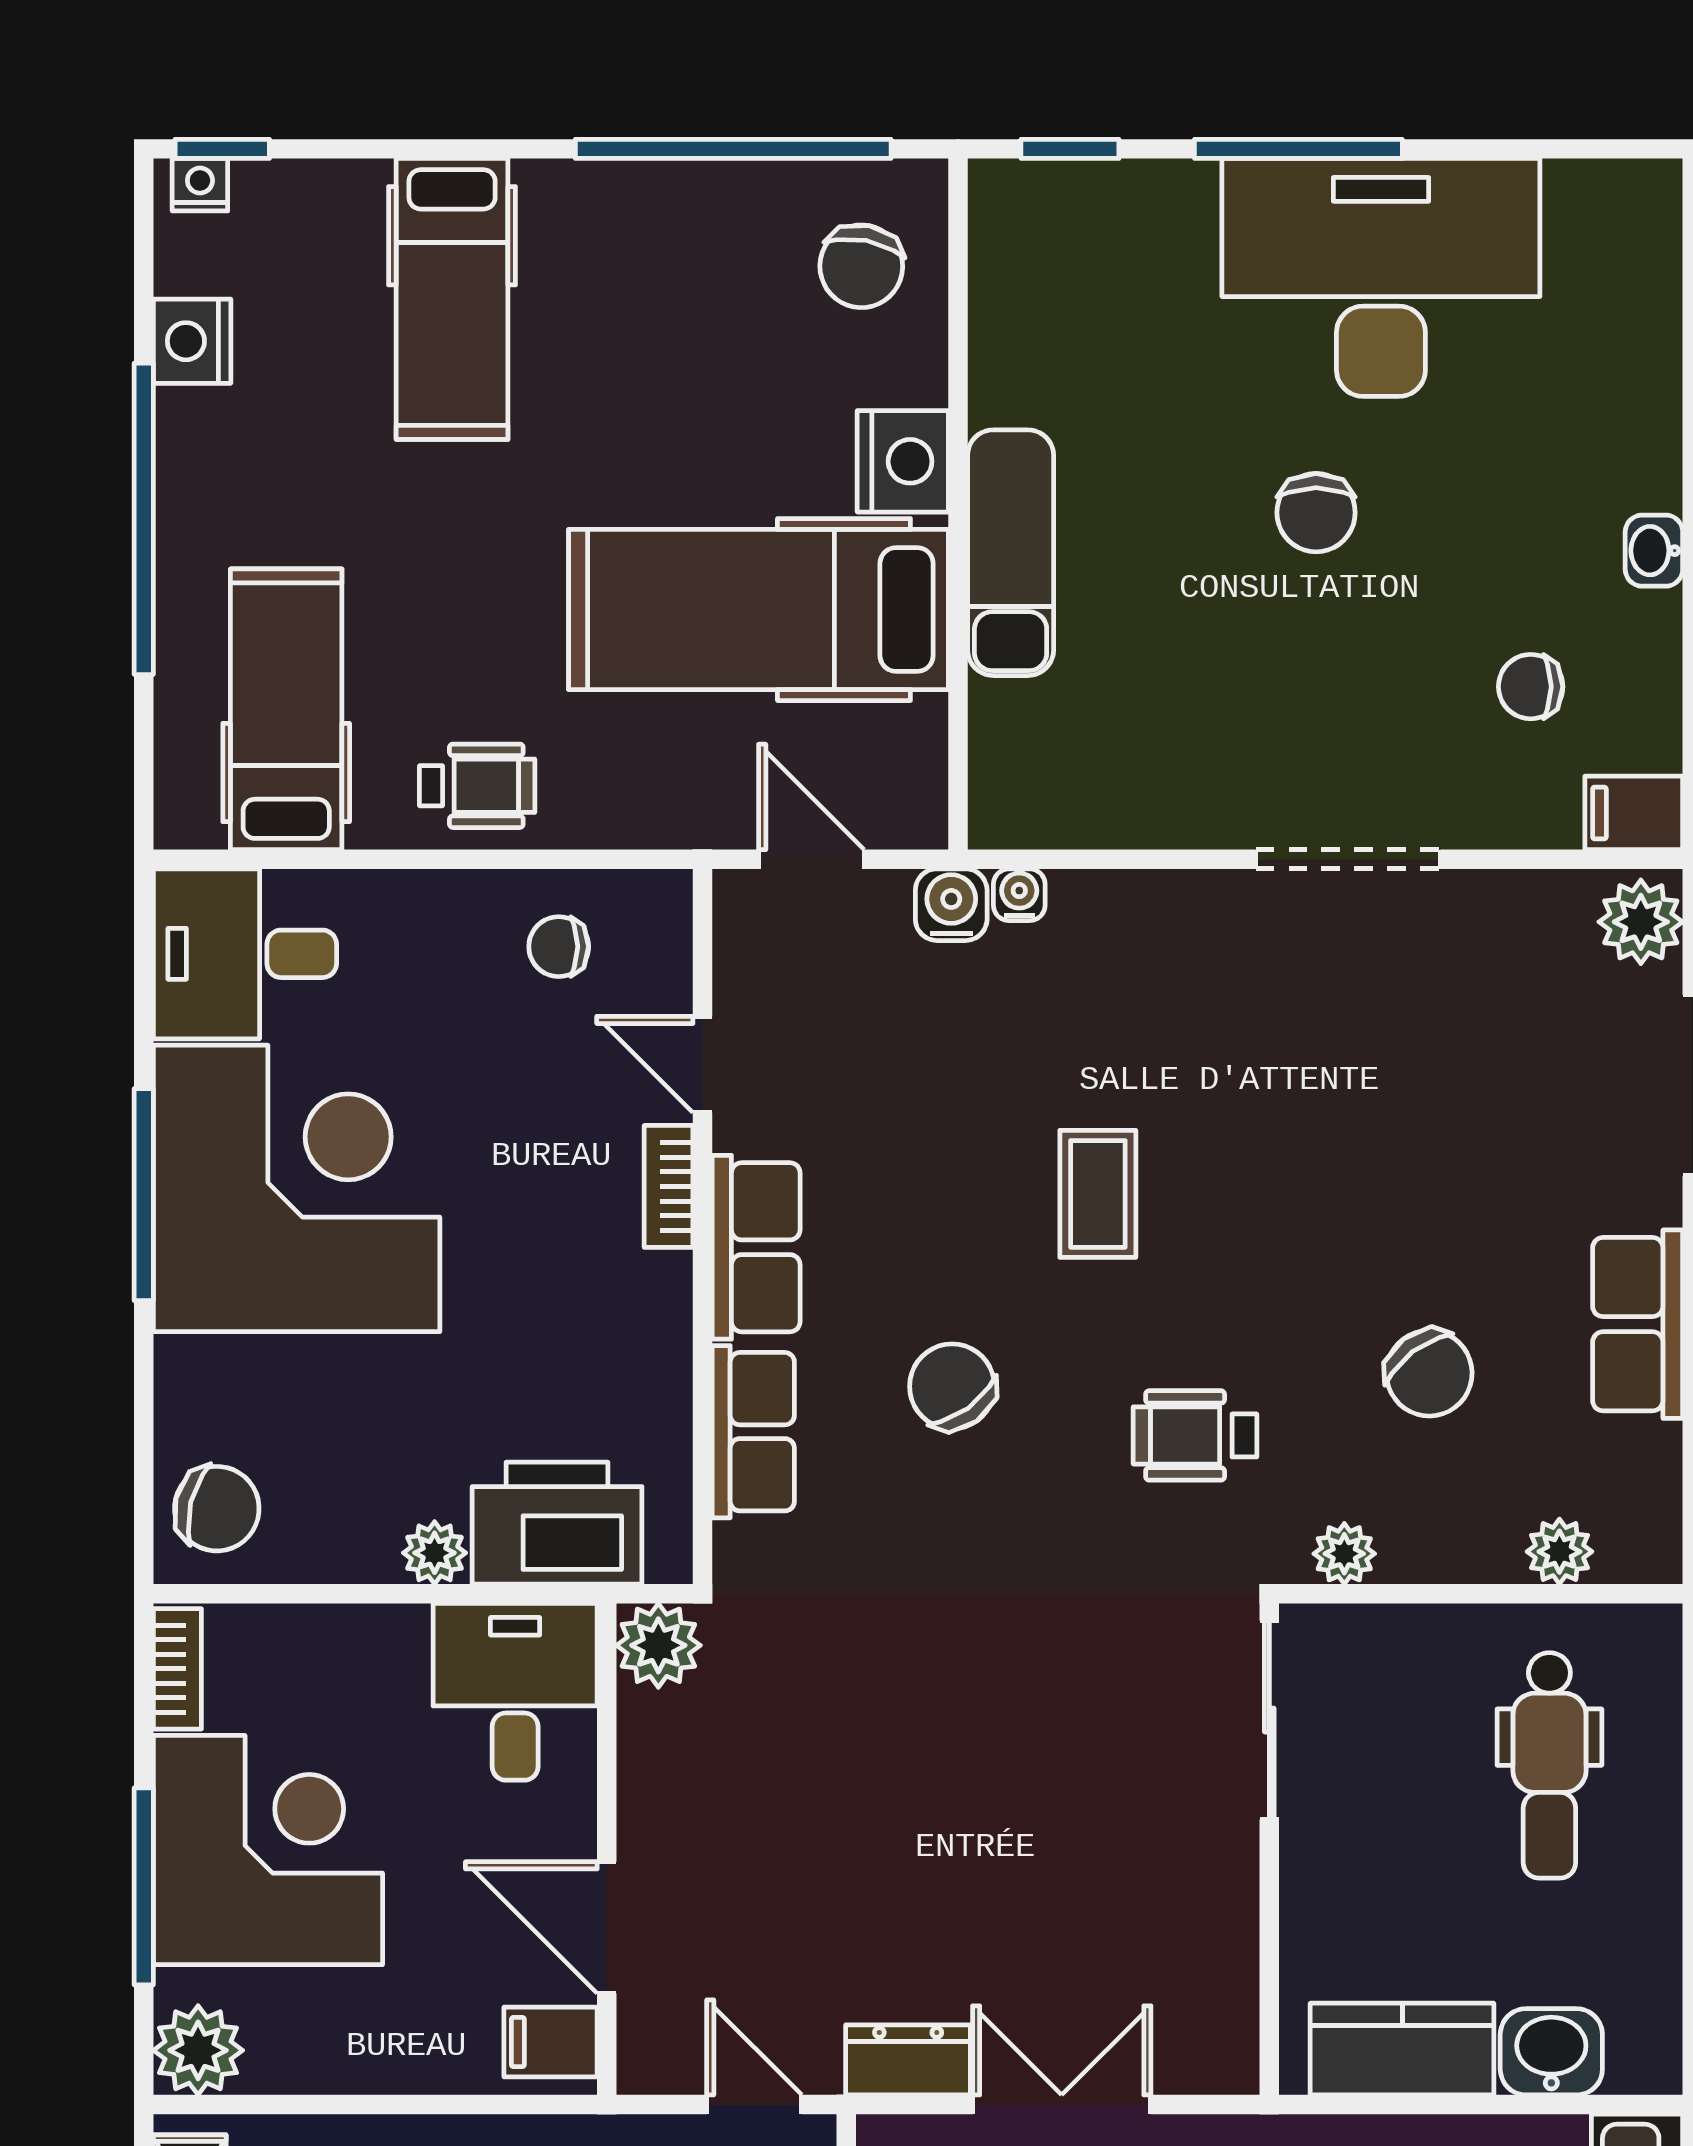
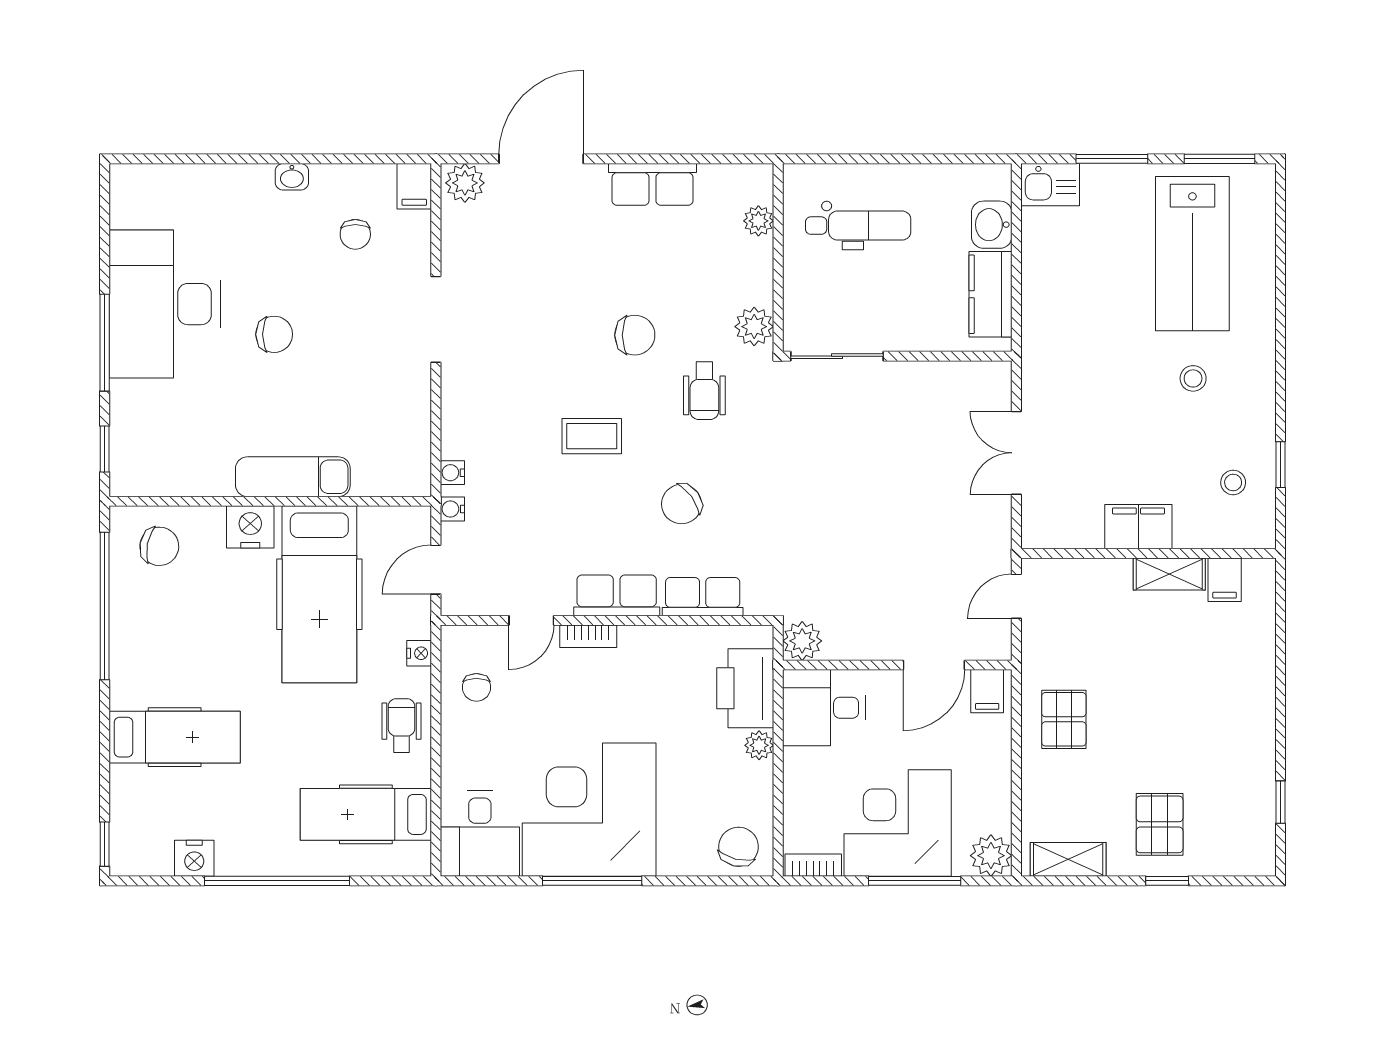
nightstand: (200, 185) -> (419, 653), moved, turned 180
water cooler: (951, 905) -> (452, 509), width x0.72, depth x0.72
chair: (1429, 1373) -> (635, 335), moved, turned 37
plant: (1344, 1554) -> (754, 327), width x1.38, depth x1.38
dresser: (908, 2060) -> (995, 525), removed

